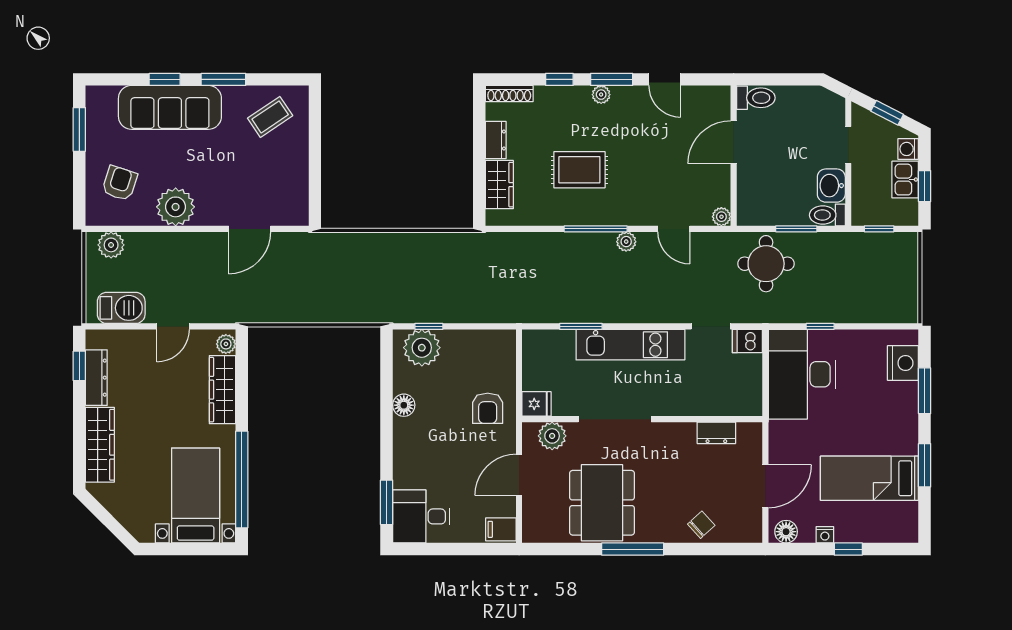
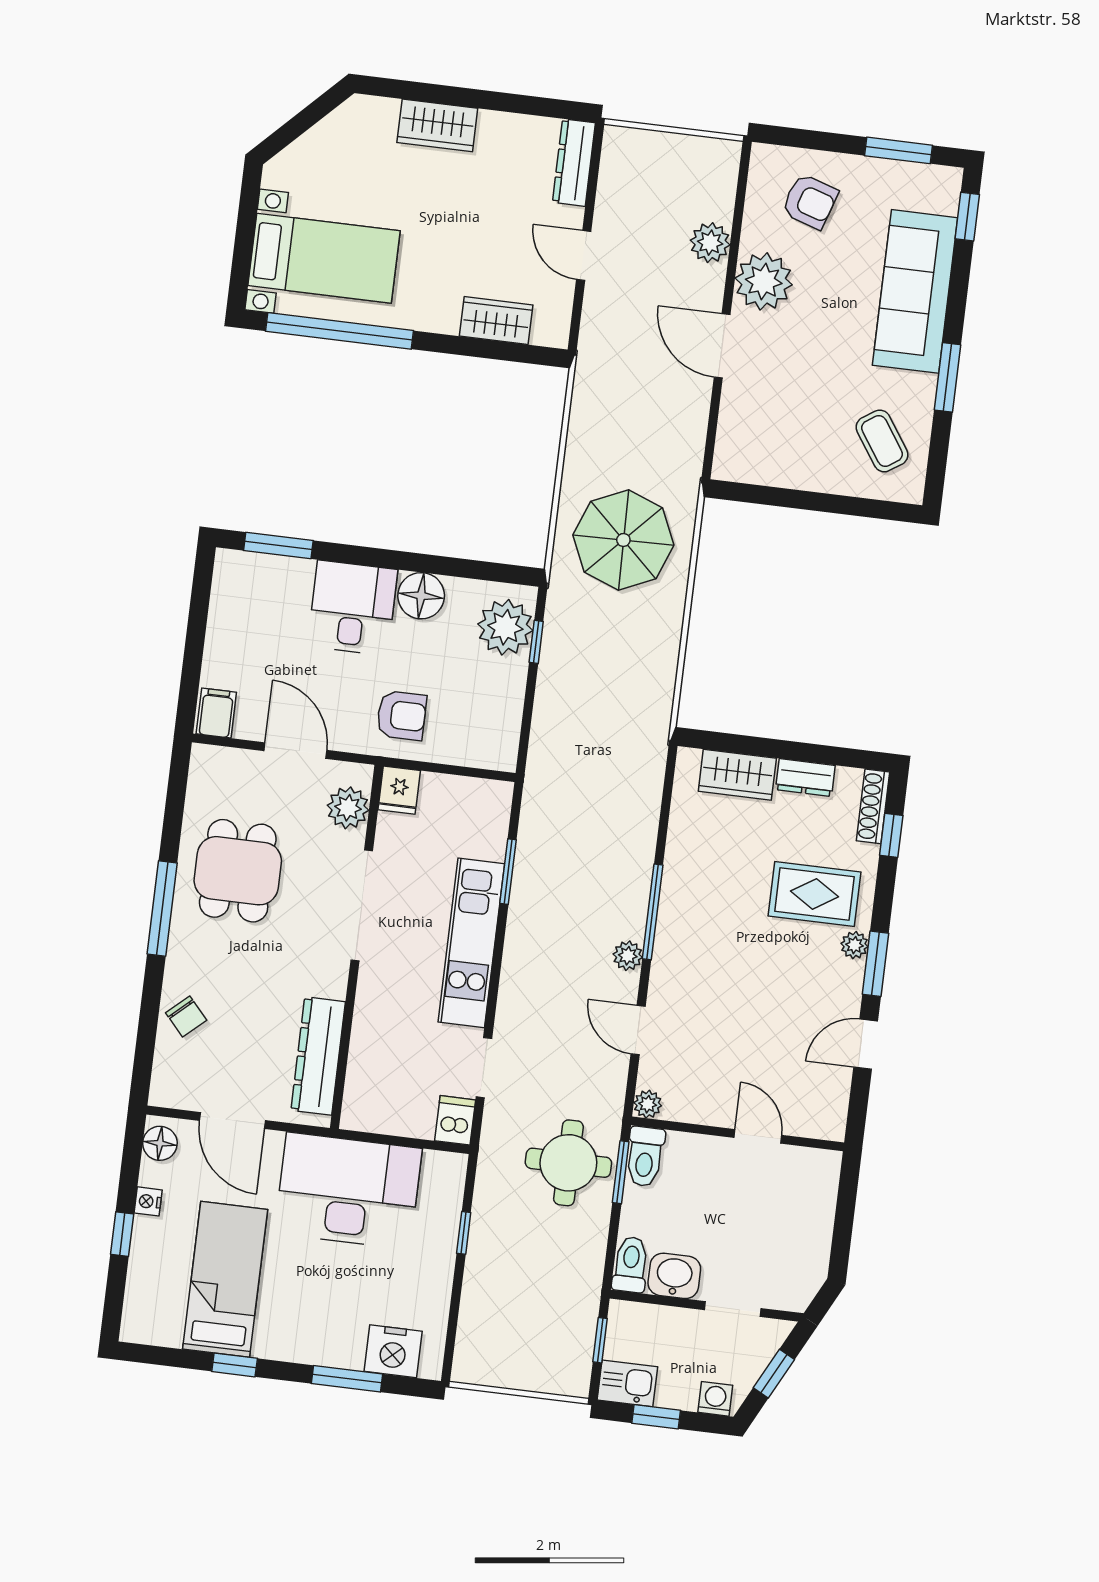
window: (165, 79) -> (967, 217), moved
window: (559, 79) -> (891, 835), moved
toilet: (756, 98) -> (645, 1157), moved
door: (734, 142) -> (758, 1136), width x0.73
rug: (579, 170) -> (814, 894), moved, turned 90
kitchen sink: (905, 180) -> (627, 1383), moved
door: (250, 229) -> (722, 346), moved
door: (674, 229) -> (638, 1030), hinge flipped
window: (796, 229) -> (621, 1172), moved
plant: (111, 245) -> (710, 243), moved
parasol: (355, 278) -> (623, 540), added
barbecue: (121, 308) -> (621, 181), removed
plant: (226, 344) -> (547, 332), removed
window: (79, 366) -> (541, 107), removed
desk: (802, 374) -> (348, 1191), moved
dresser: (96, 378) -> (574, 163), moved, turned 90
wardrobe: (222, 390) -> (496, 321), width x0.67
floor lamp: (404, 405) -> (421, 596), width x1.38, depth x1.38
armchair: (488, 408) -> (402, 715), turned 180
dresser: (716, 433) -> (318, 1056), width x1.96, depth x1.24
wardrobe: (100, 445) -> (437, 125), width x0.67
window: (925, 465) -> (235, 1365), width x0.67
dining table: (602, 503) -> (238, 871), width x0.73
desk: (421, 516) -> (353, 608), moved

